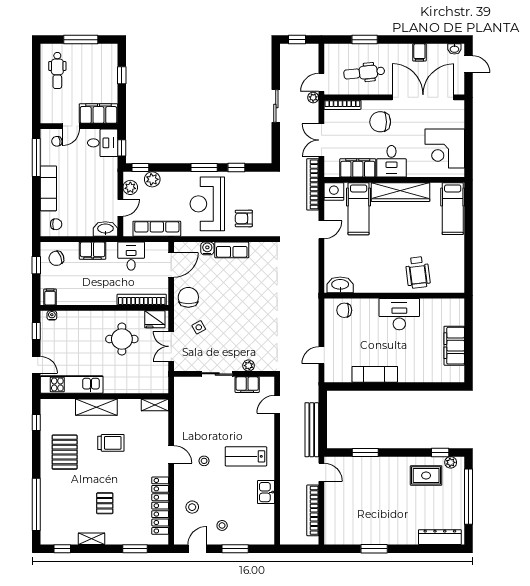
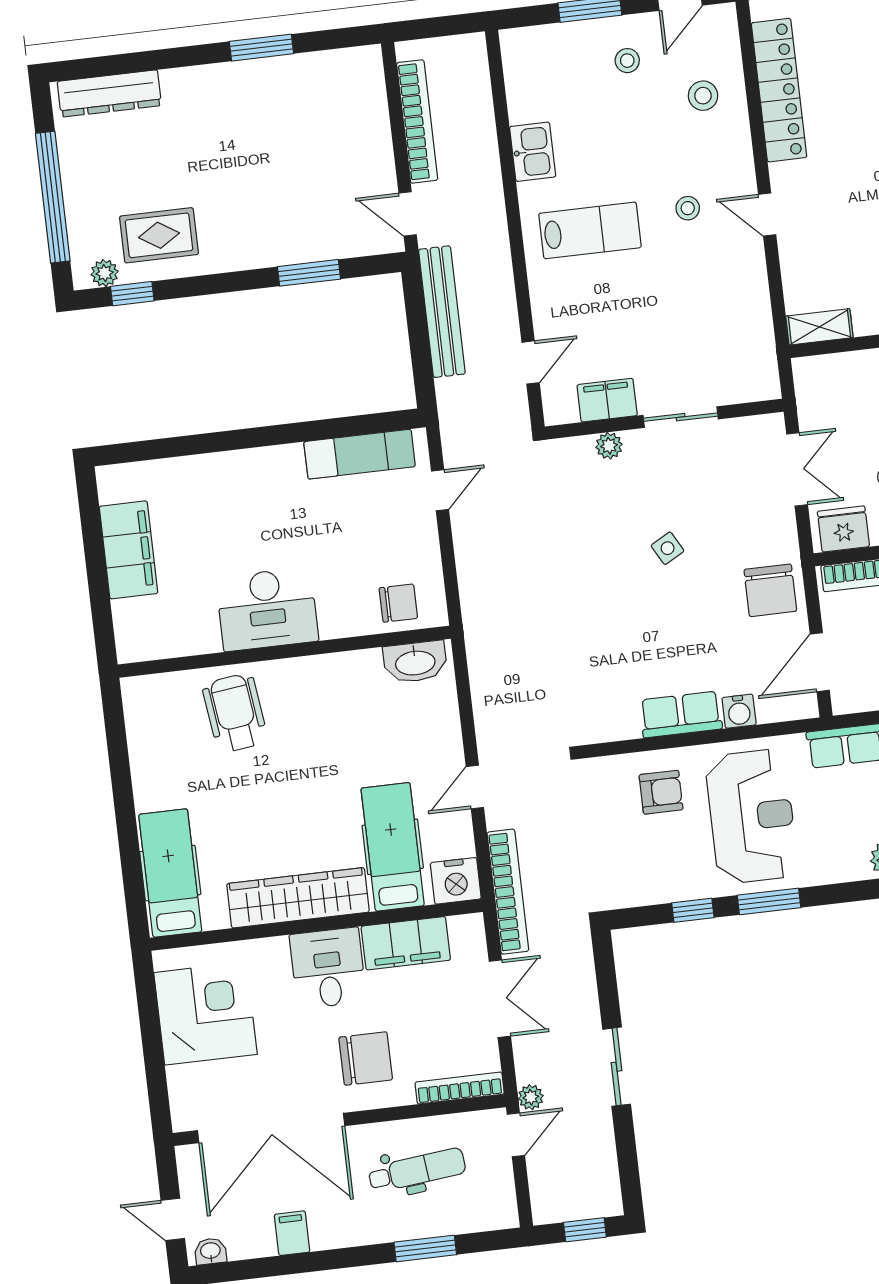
side table: (199, 327) -> (668, 548), moved
exam couch: (375, 374) -> (360, 454), moved

